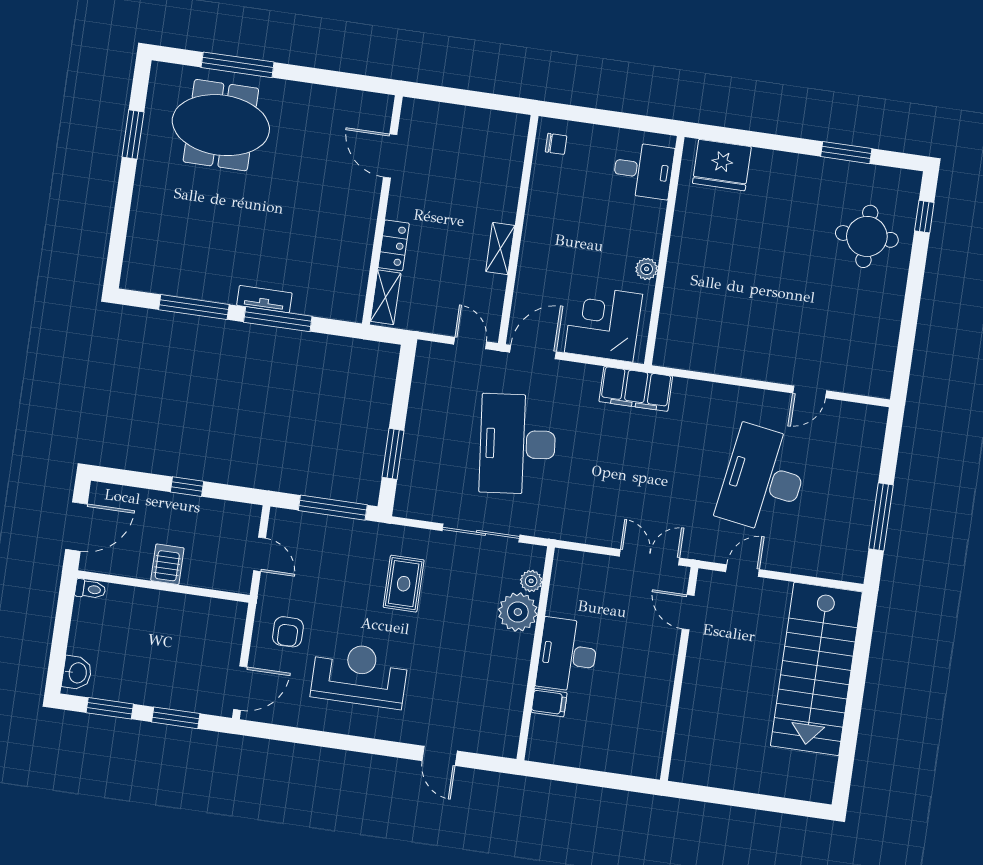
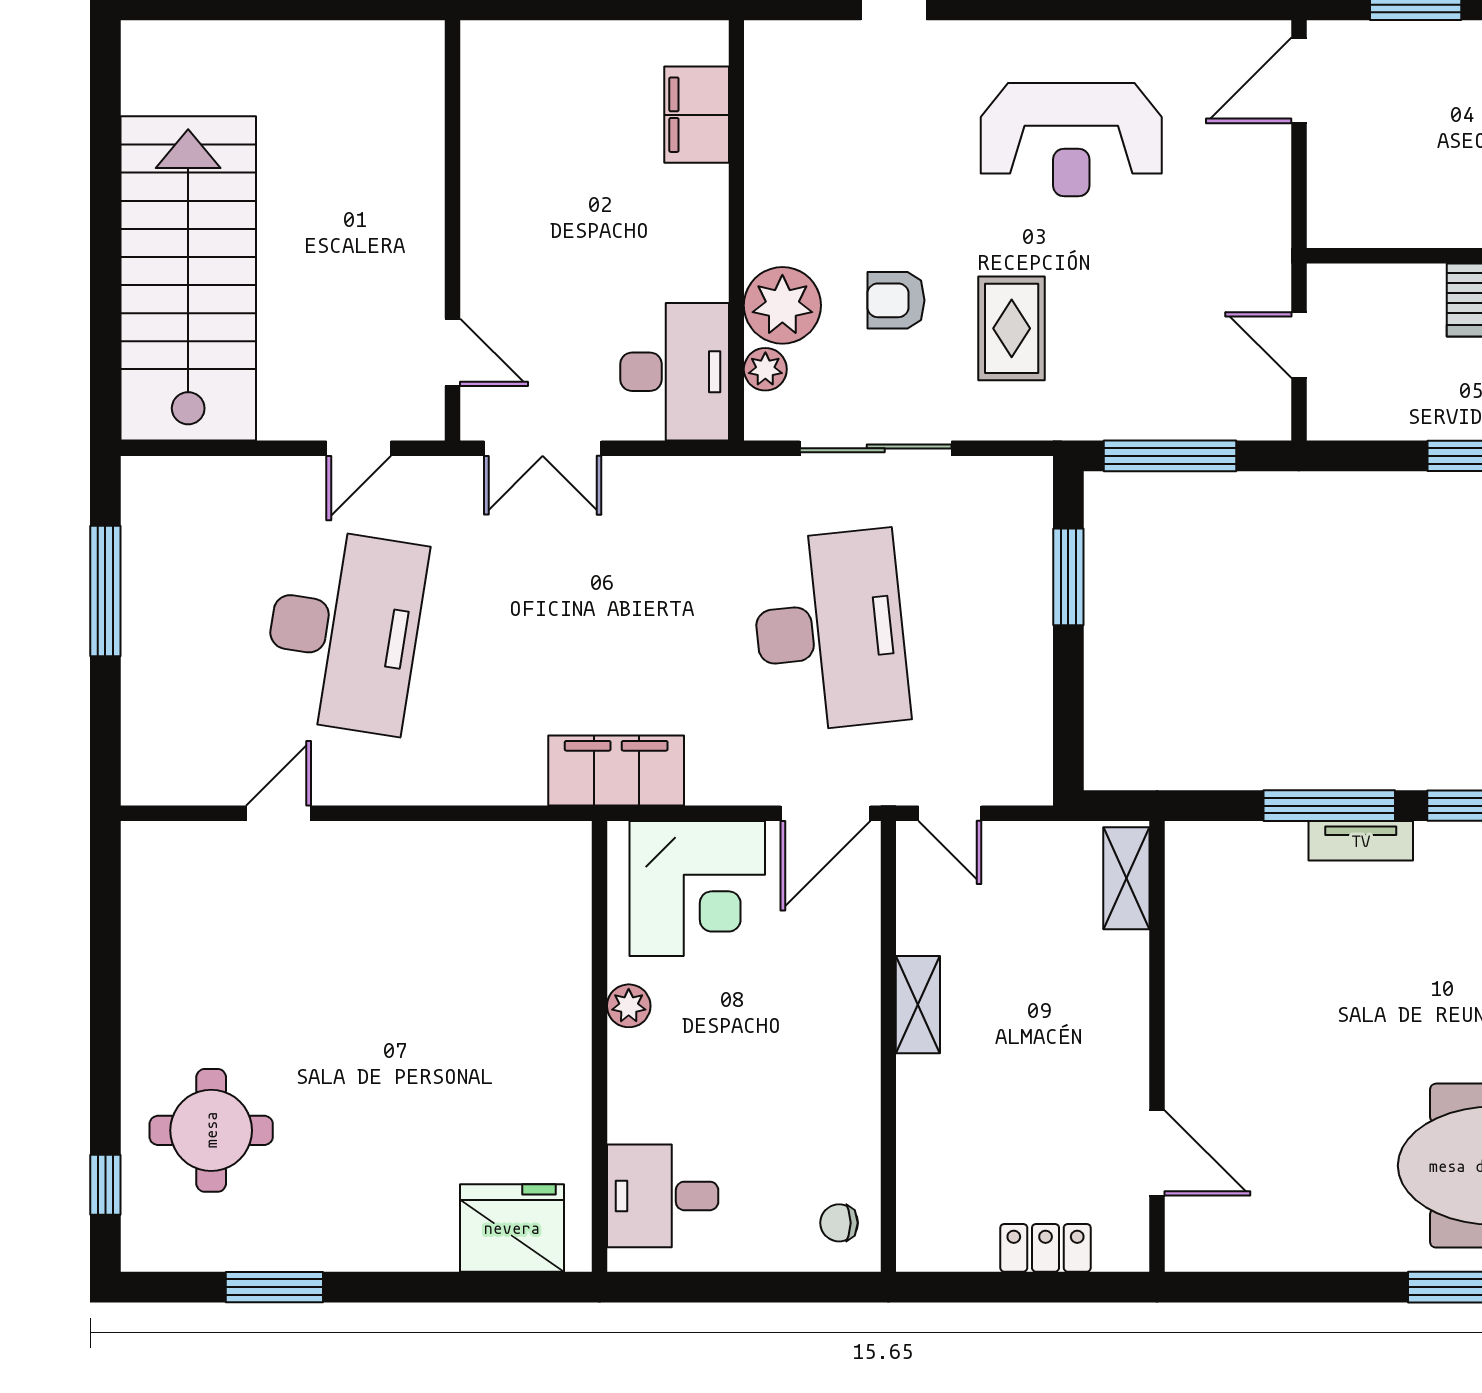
locker: (394, 245) -> (1046, 1248), moved, turned 90
armchair: (288, 632) -> (896, 300), moved, turned -90
desk: (567, 655) -> (675, 372), moved
filing cabinet: (549, 702) -> (697, 115), width x2.00

